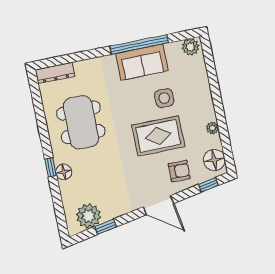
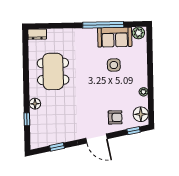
sofa: (142, 62) -> (115, 37), moved
dresser: (55, 73) -> (37, 34), width x0.70
rug: (158, 136) -> (105, 91), removed
window: (51, 167) -> (27, 119), moved
plant: (89, 216) -> (47, 137), removed

